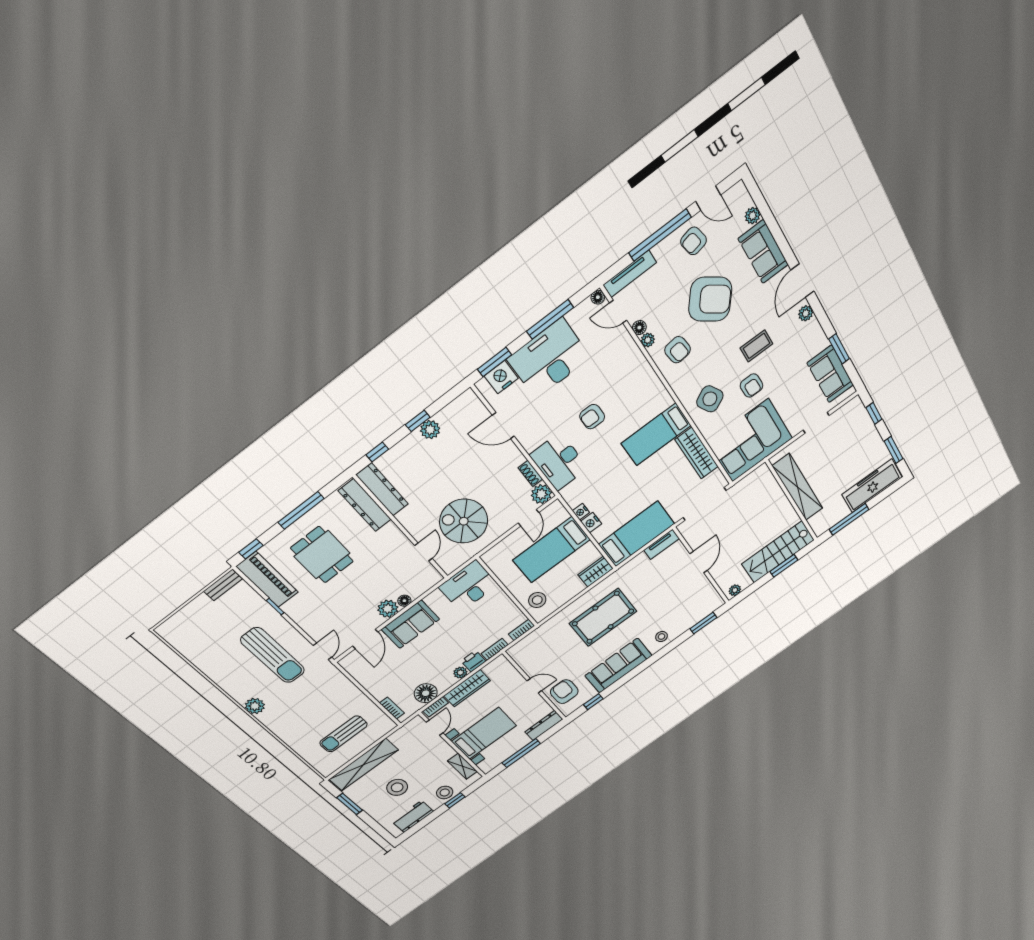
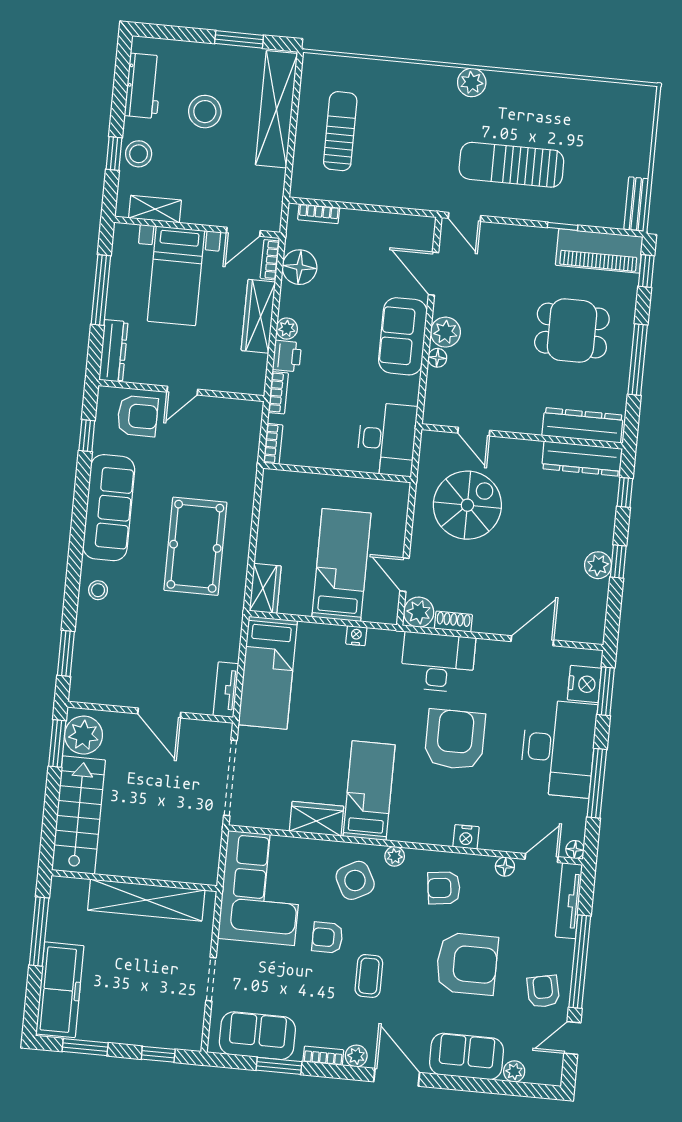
armchair: (710, 299) -> (467, 964), turned -127
bookcase: (818, 331) -> (323, 1056), added
plant: (648, 340) -> (395, 856), moved
armchair: (592, 417) -> (455, 740), width x1.88, depth x1.88
wardrobe: (697, 453) -> (317, 819), width x0.67
nightstand: (591, 523) -> (466, 837), moved, turned 180
window: (784, 566) -> (57, 743), moved
plant: (735, 590) -> (84, 735), width x1.88, depth x1.88
stool: (537, 600) -> (294, 495), removed
door: (435, 728) -> (243, 232), hinge flipped

